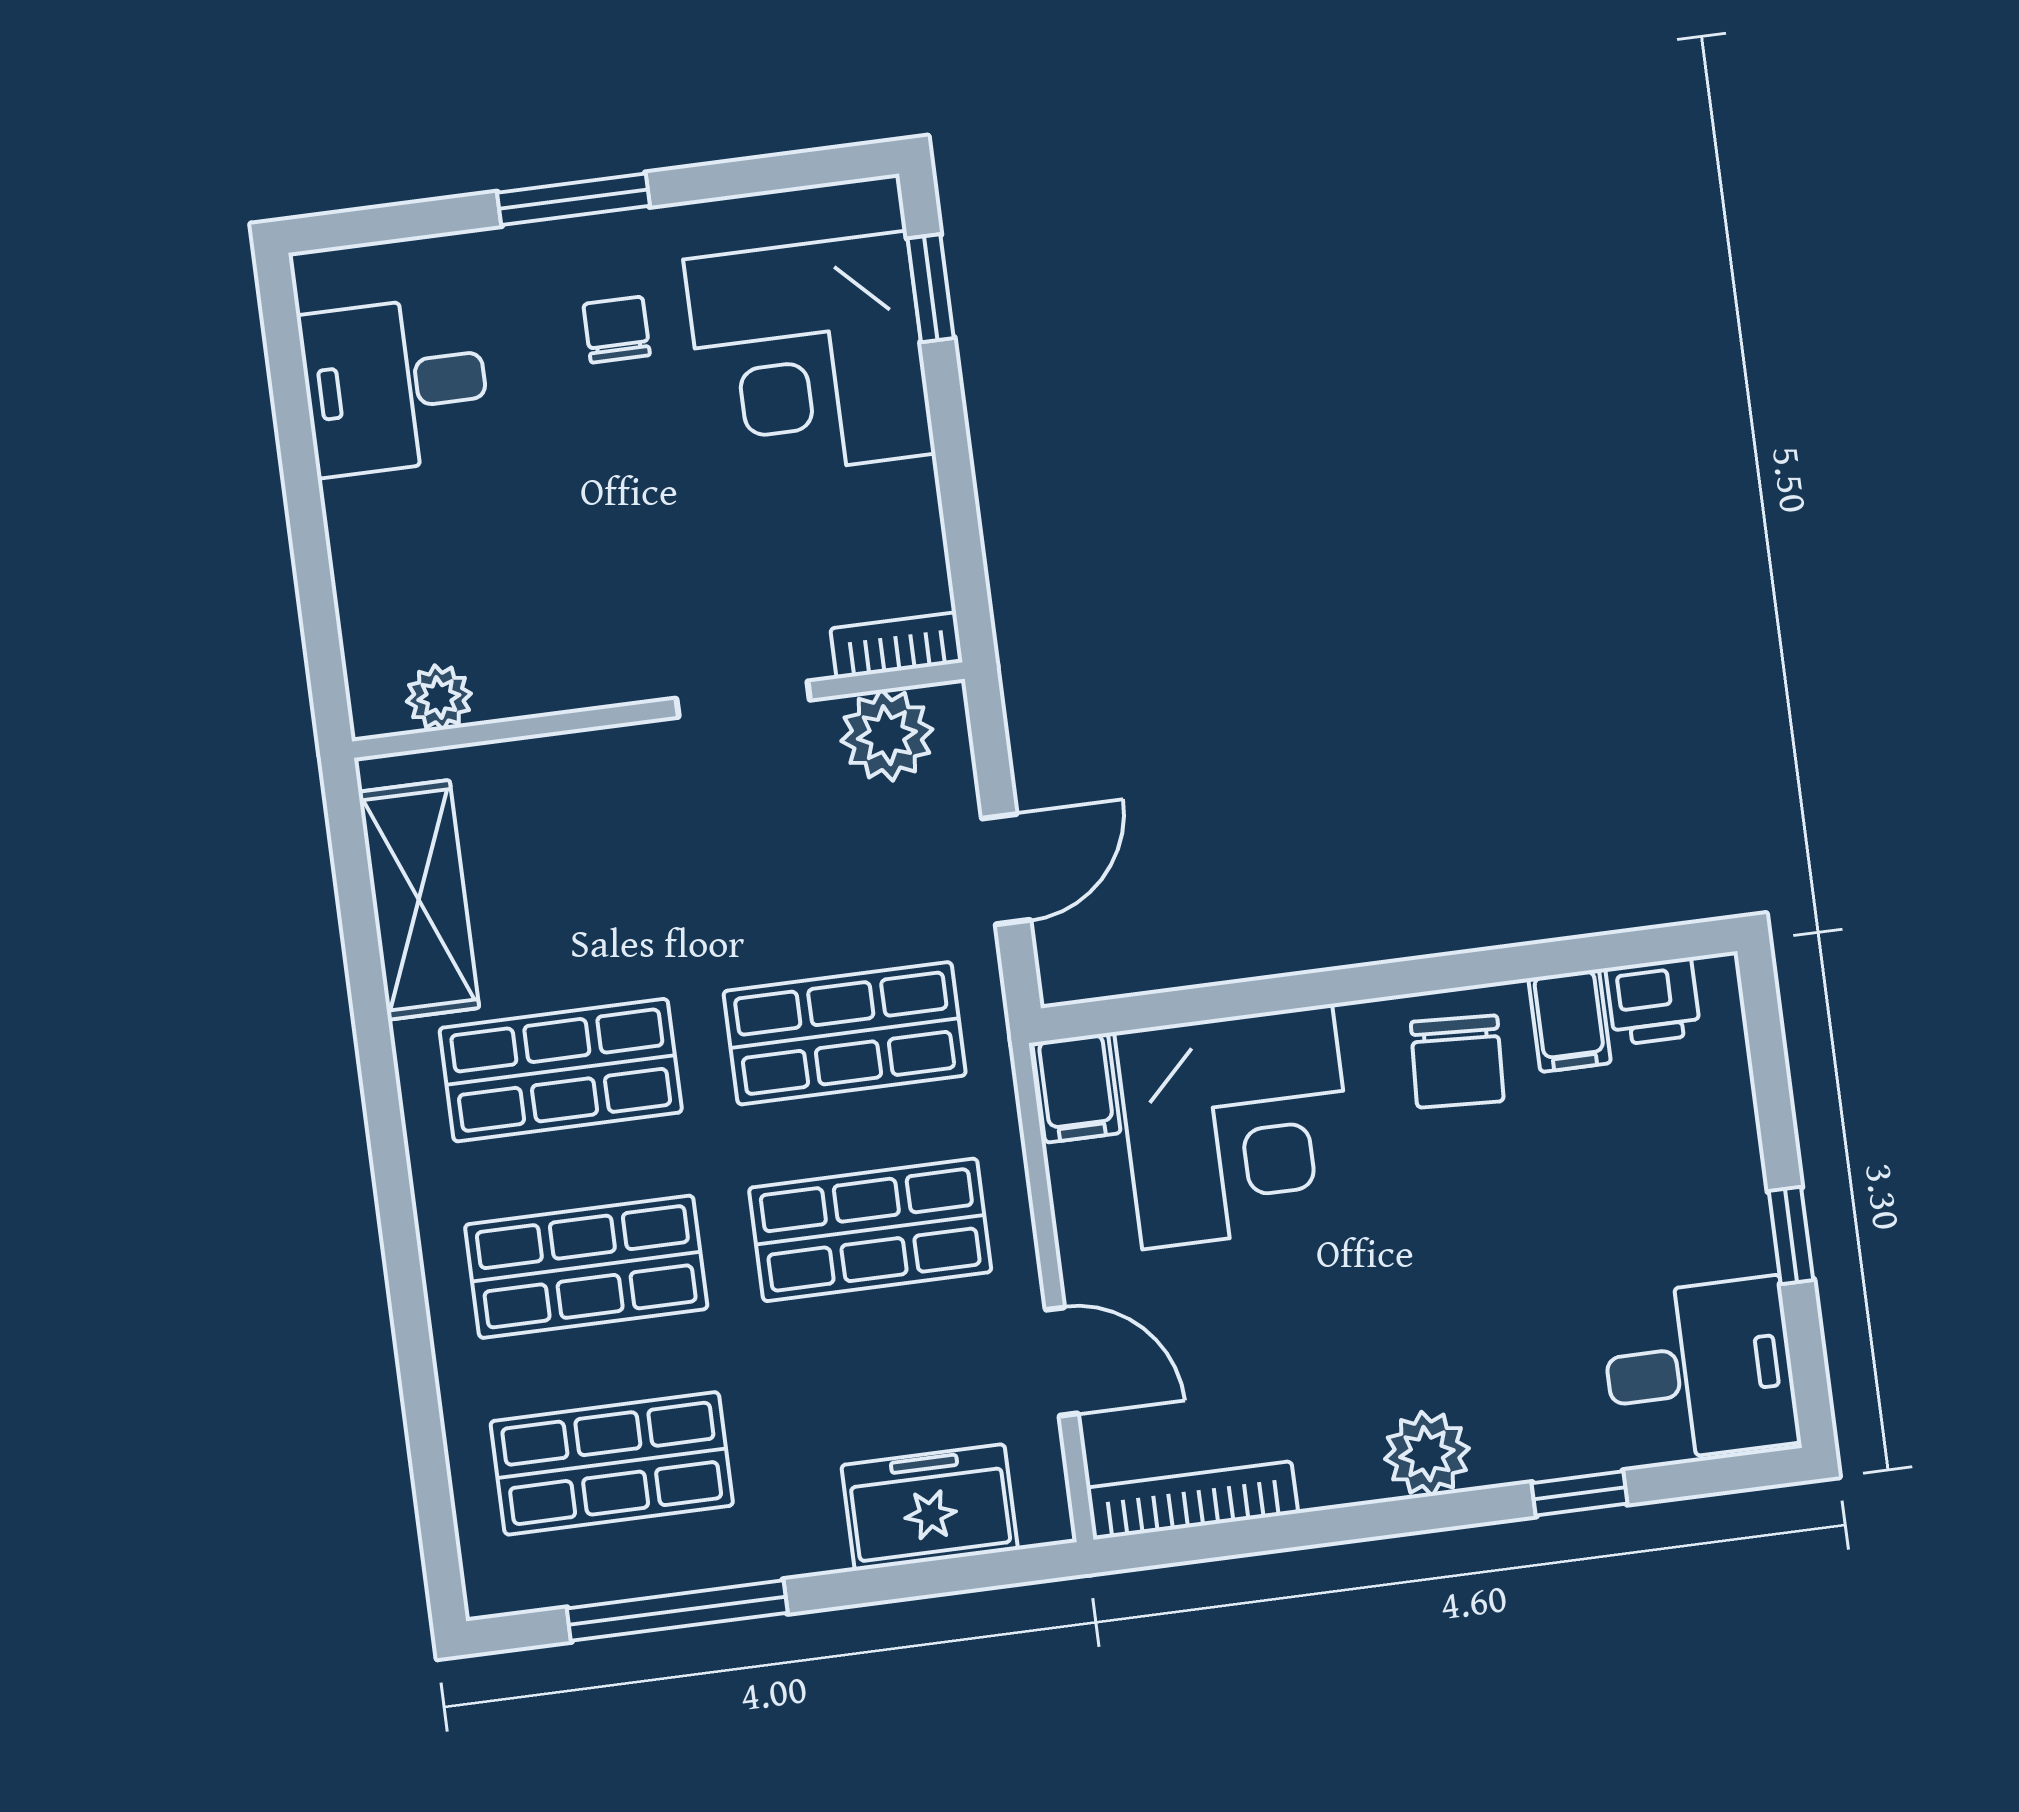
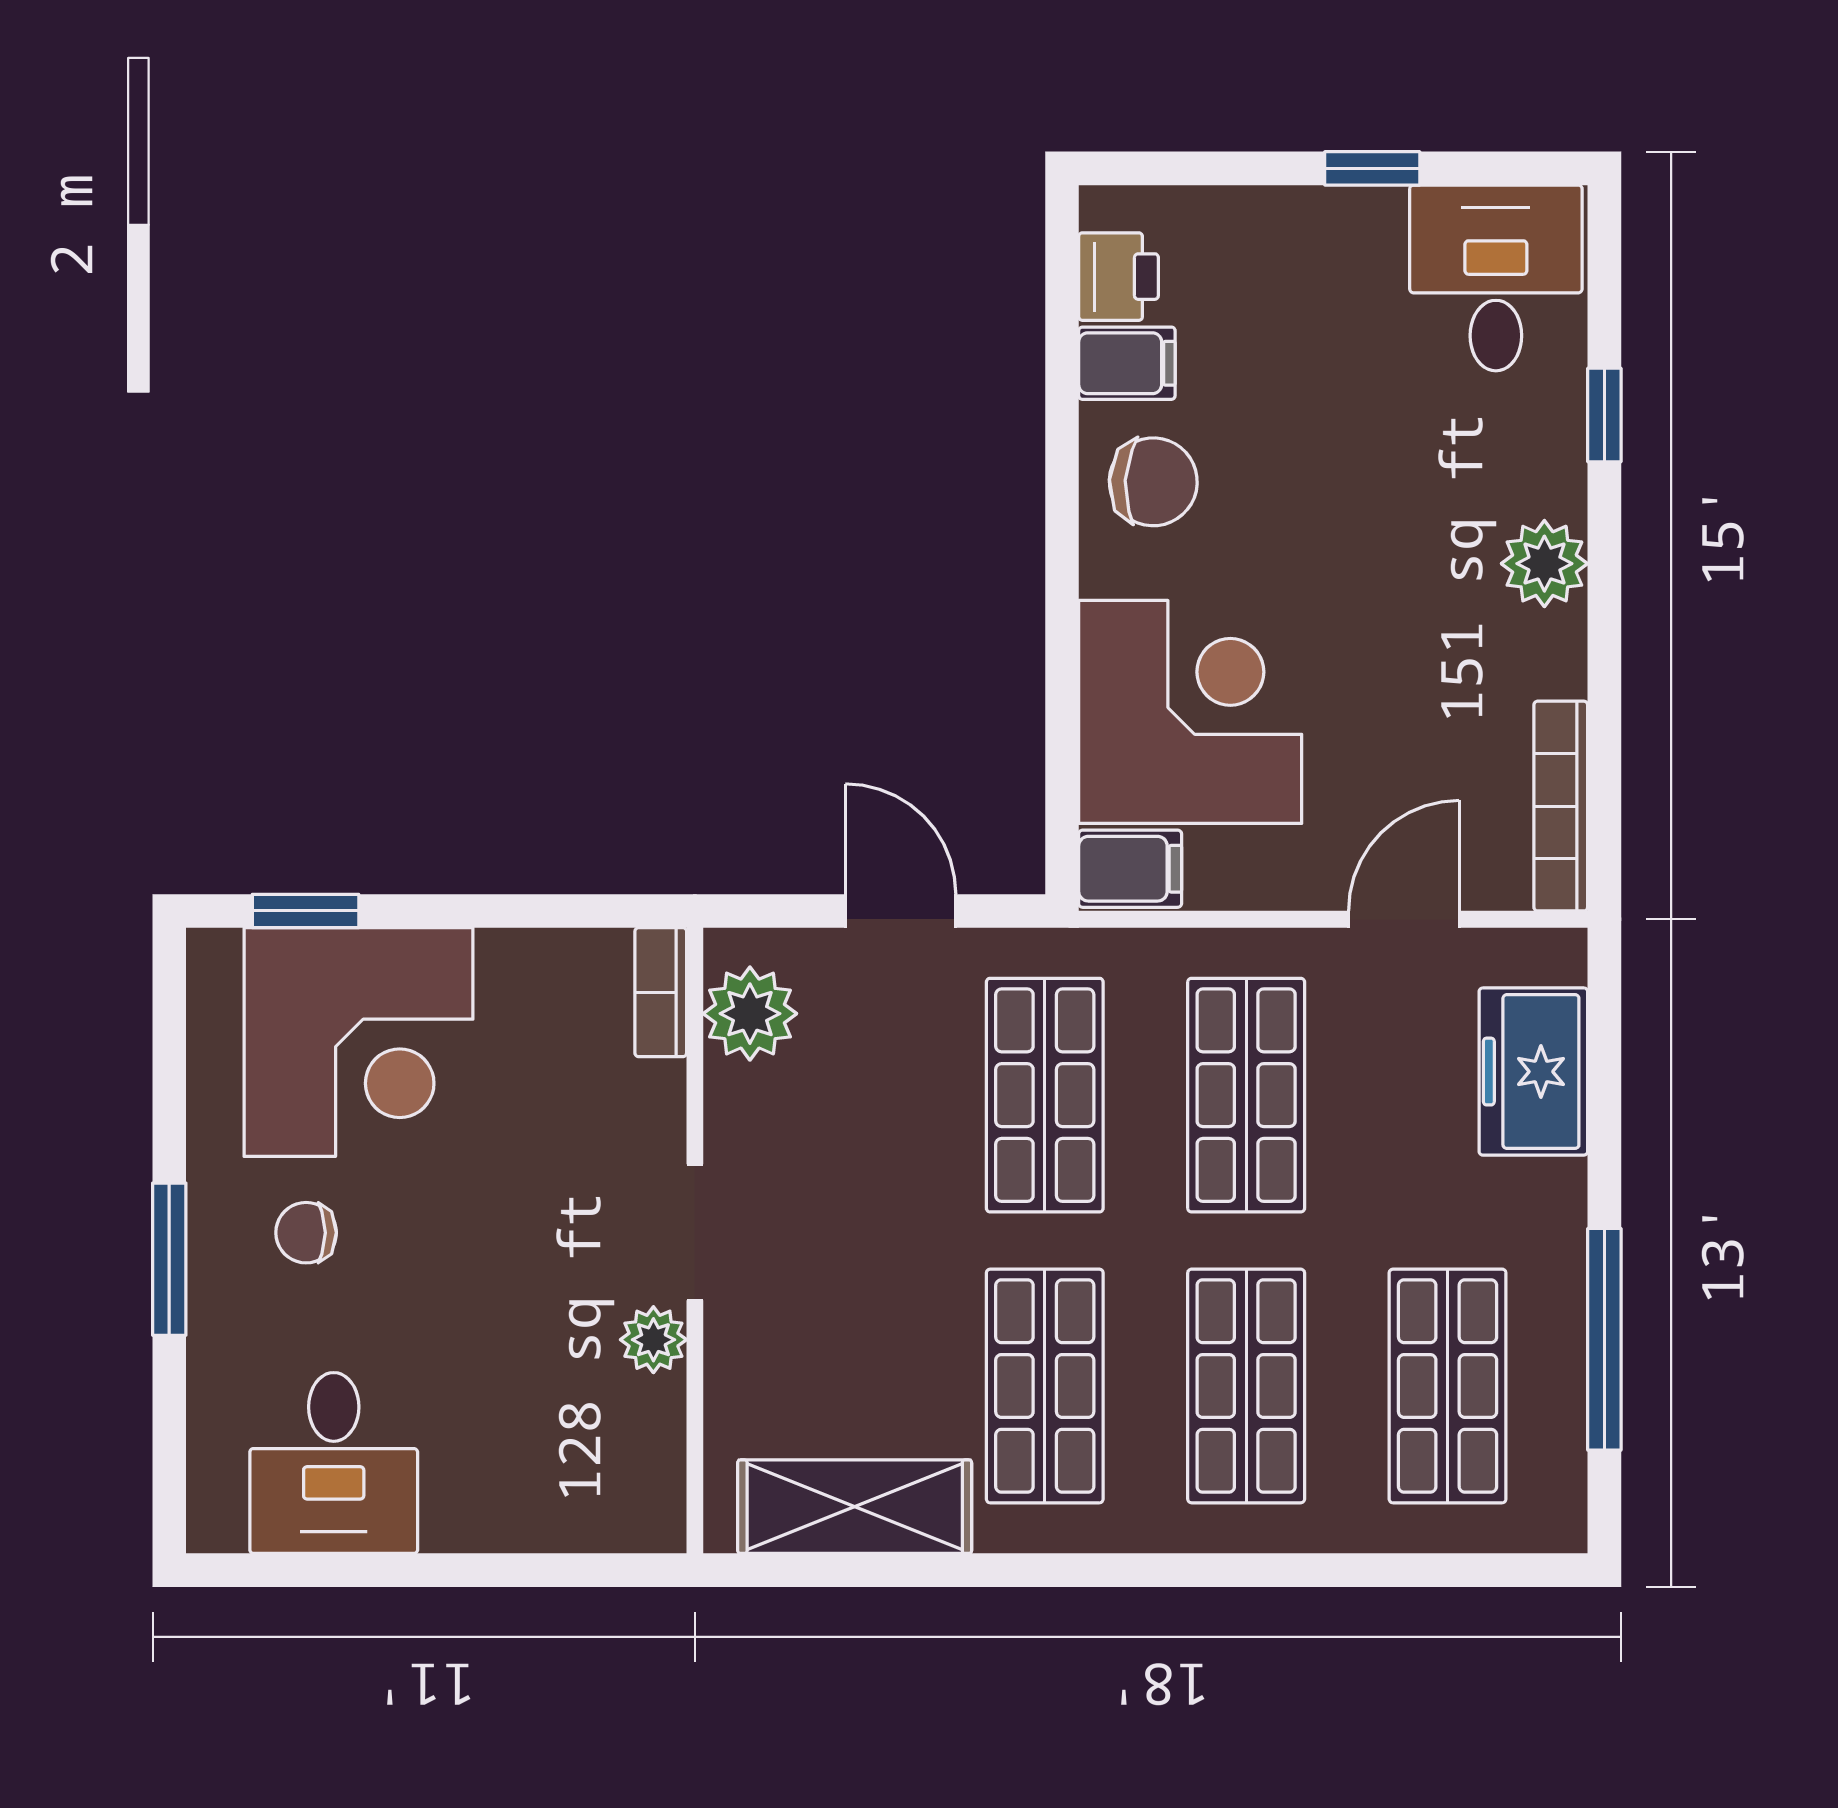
plant: (439, 697) -> (653, 1340), moved
doorway: (743, 699) -> (695, 1232), moved

